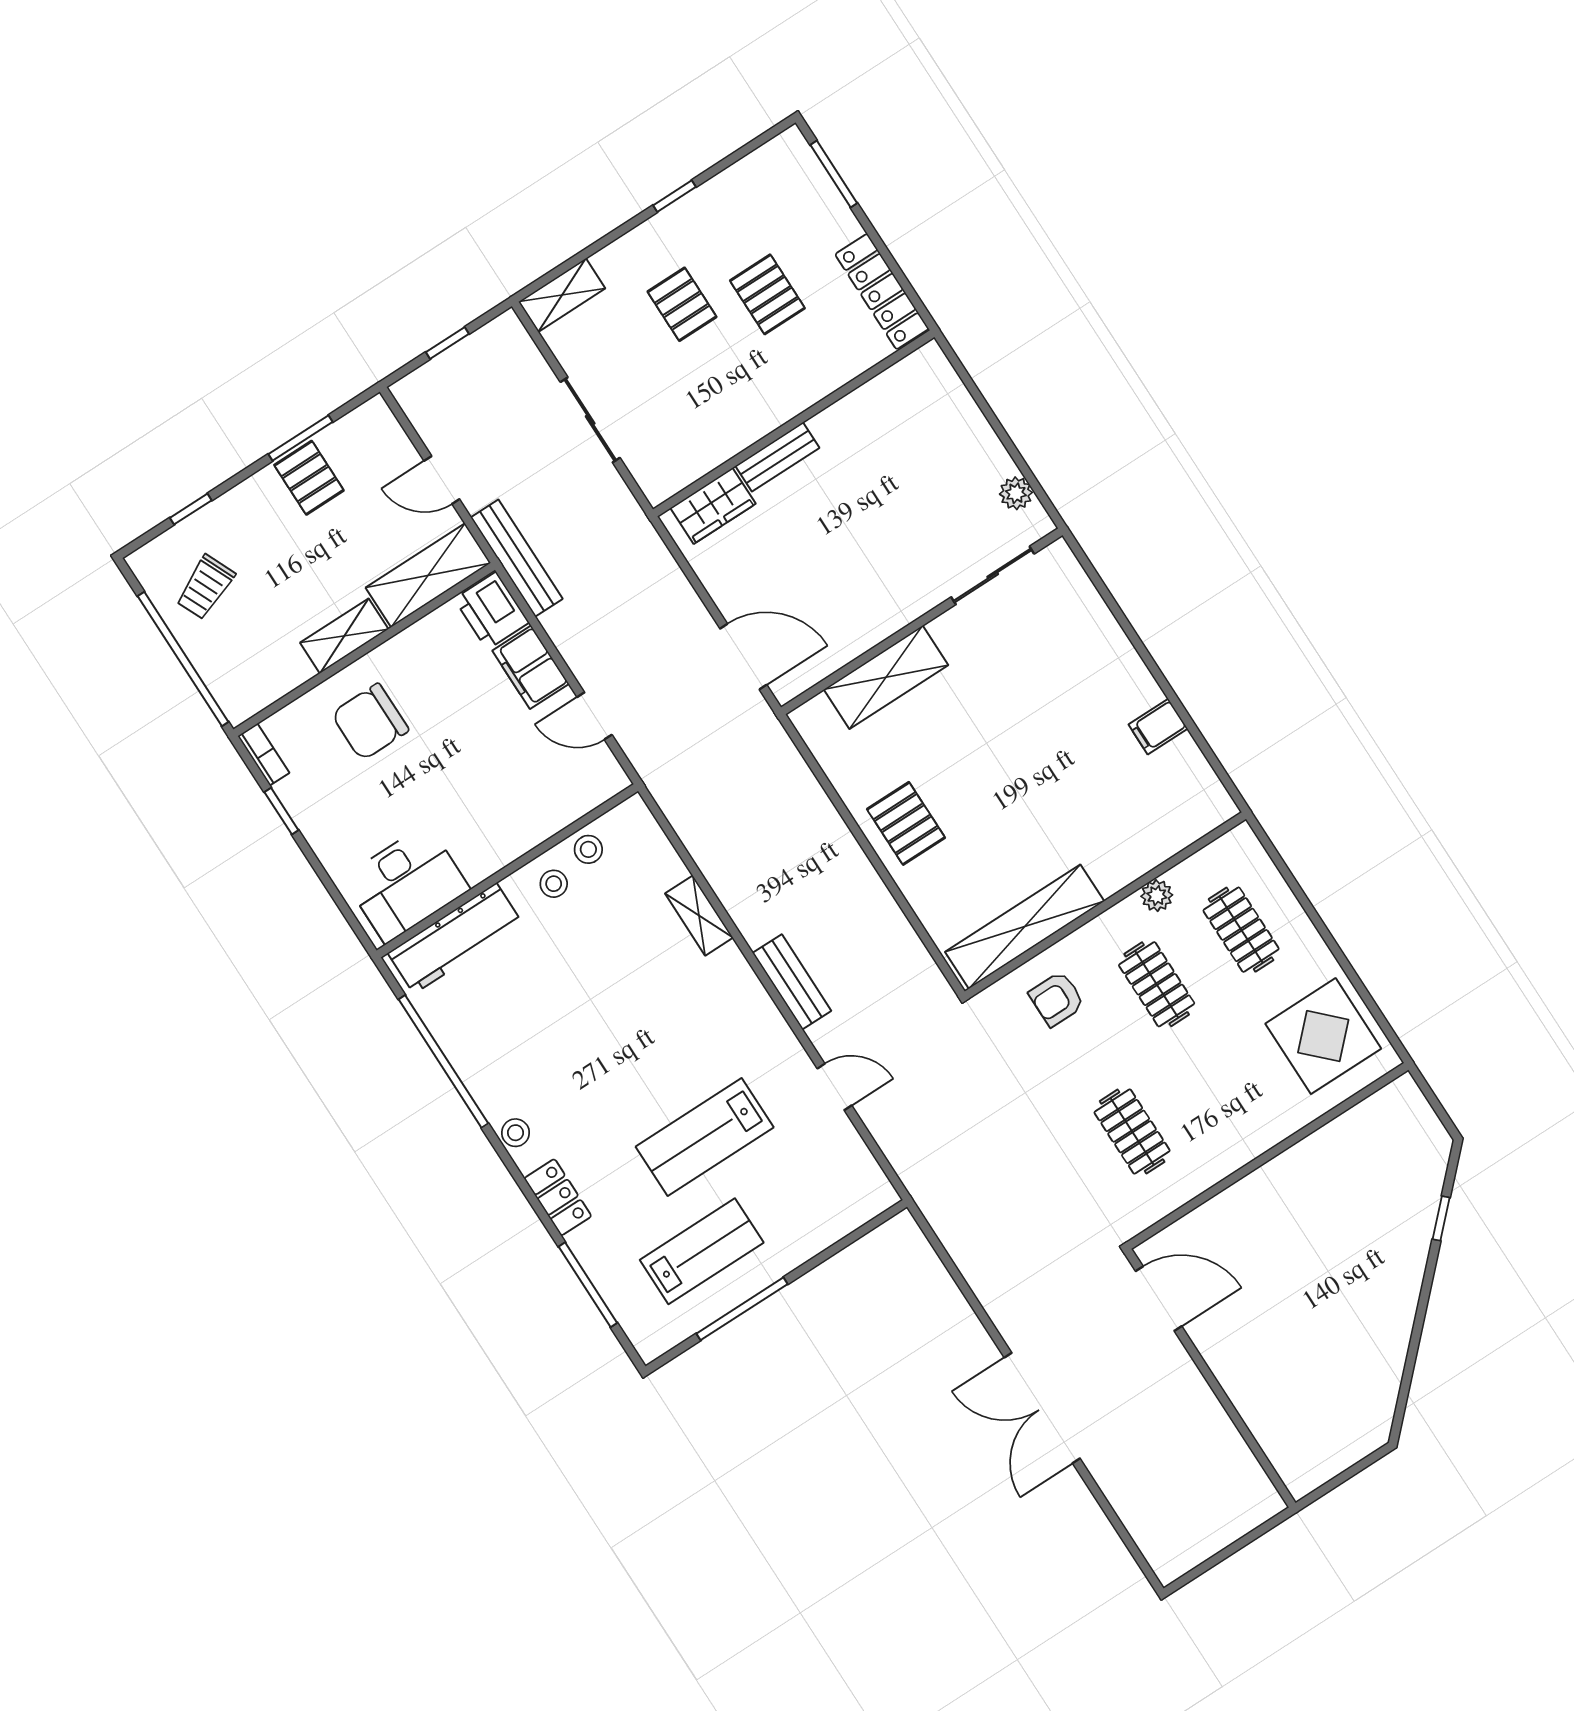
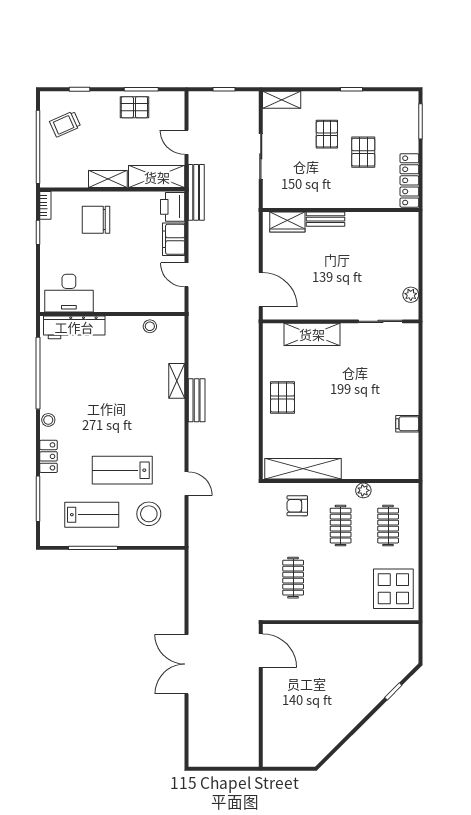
pallet: (309, 478) -> (134, 107), turned 90
stool: (554, 884) -> (149, 514), moved, width x1.89, depth x1.89
bench: (792, 982) -> (197, 400), moved

